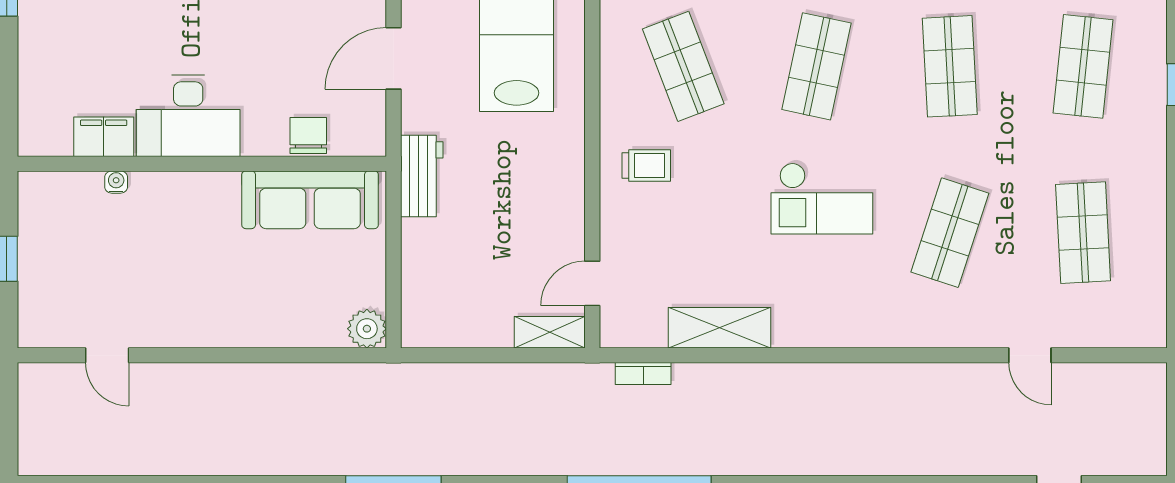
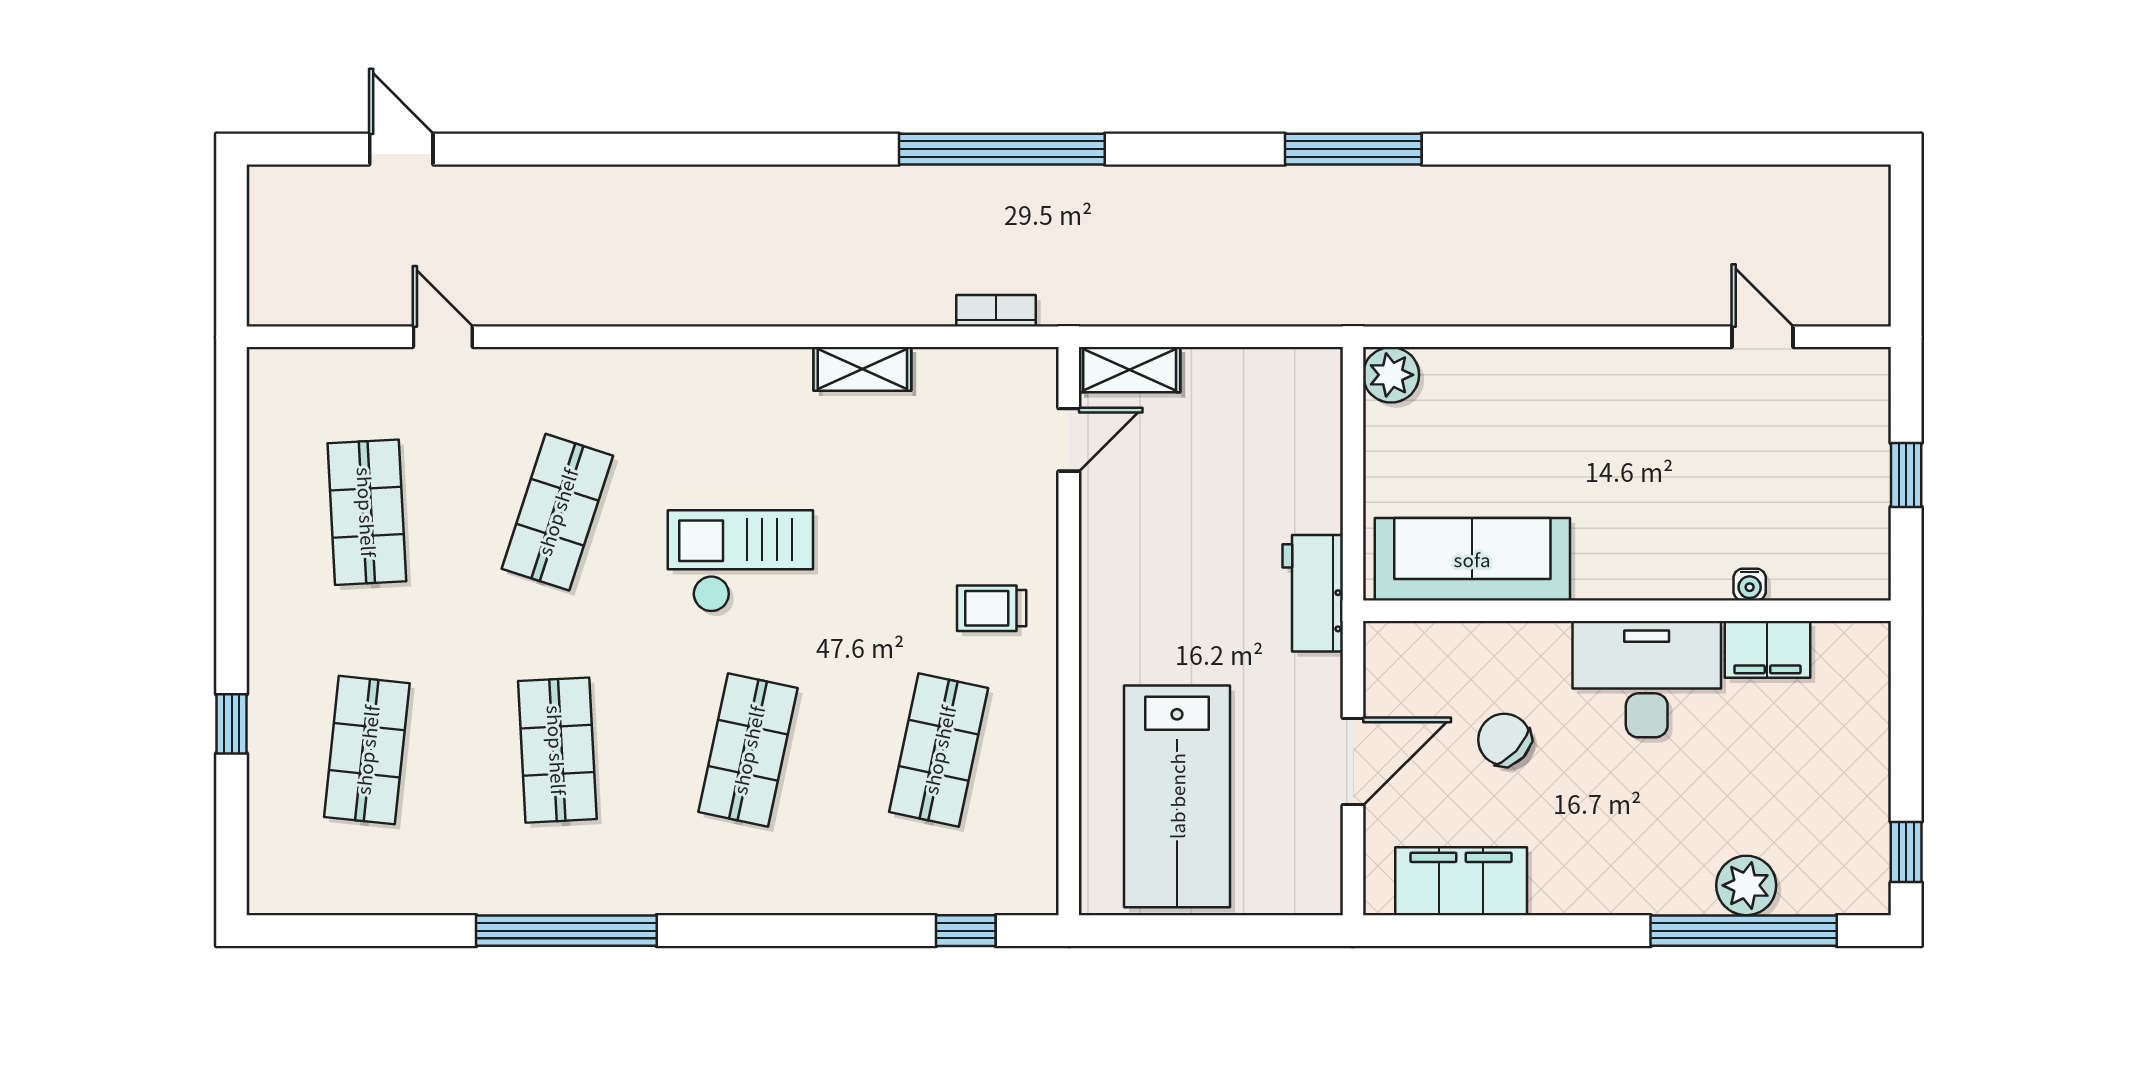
shop shelf: (683, 66) -> (939, 750), turned 33
chair: (308, 135) -> (1504, 740), moved, turned 133
shelving: (719, 328) -> (862, 369), width x0.67, depth x0.75

